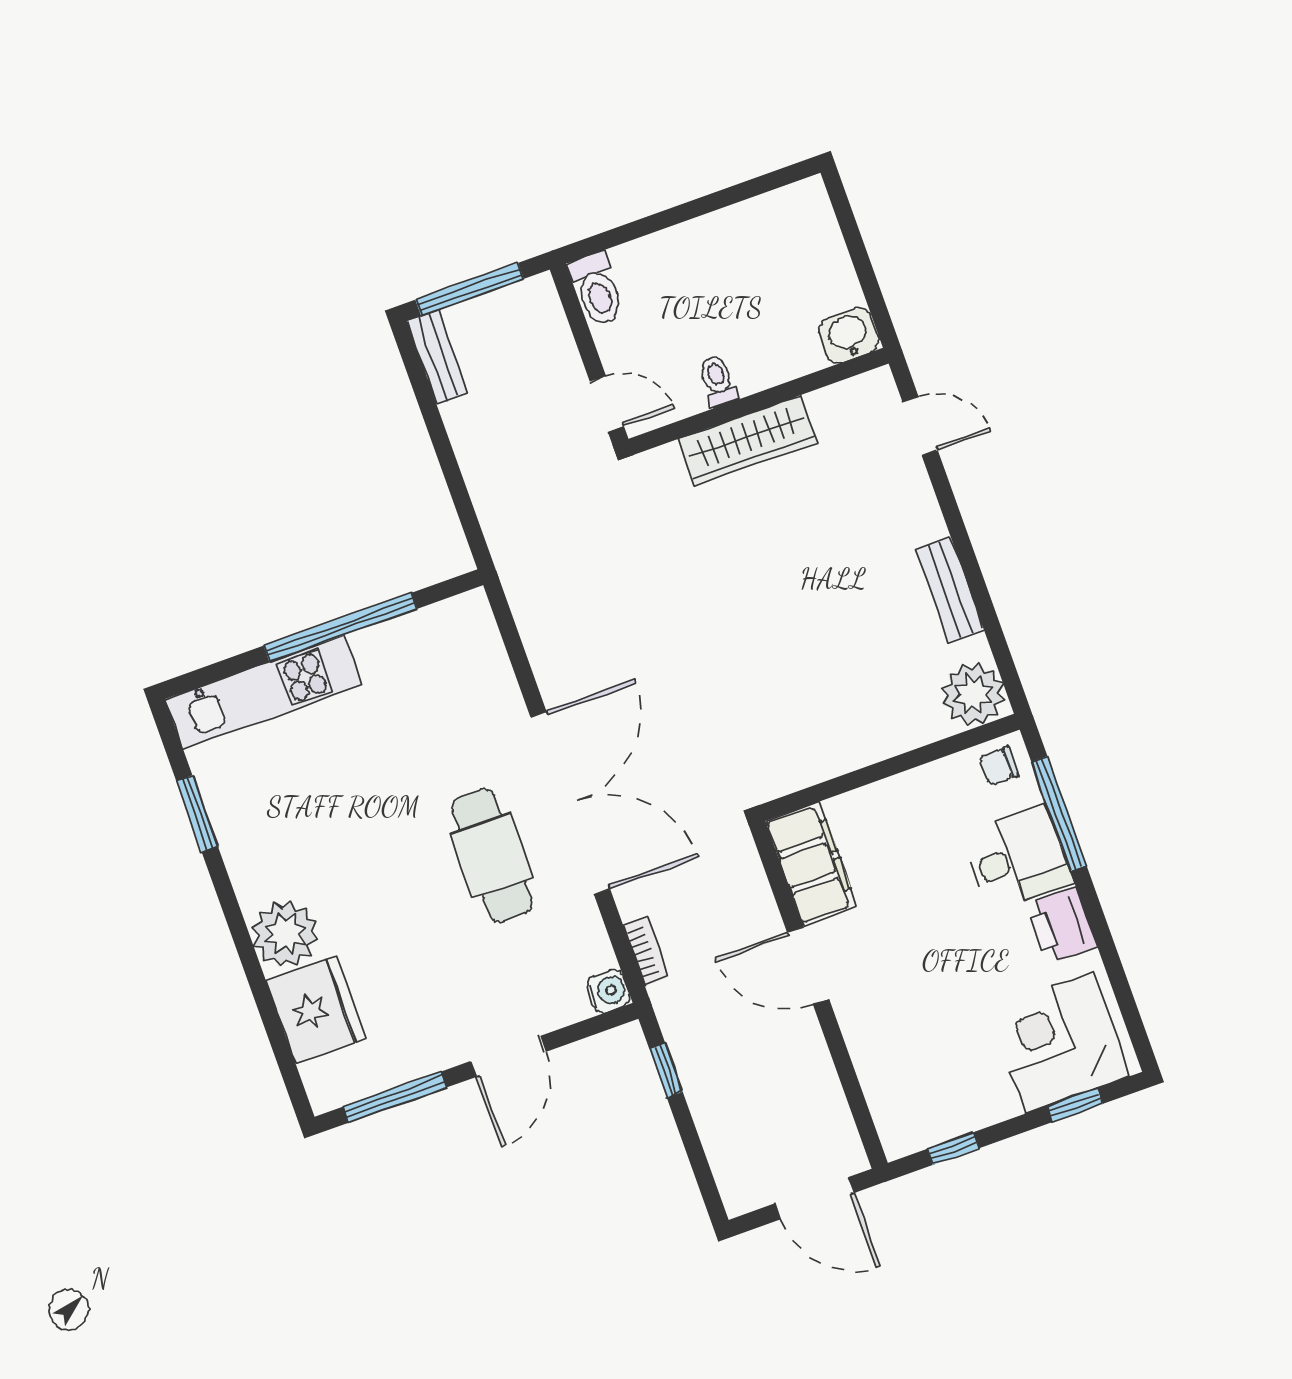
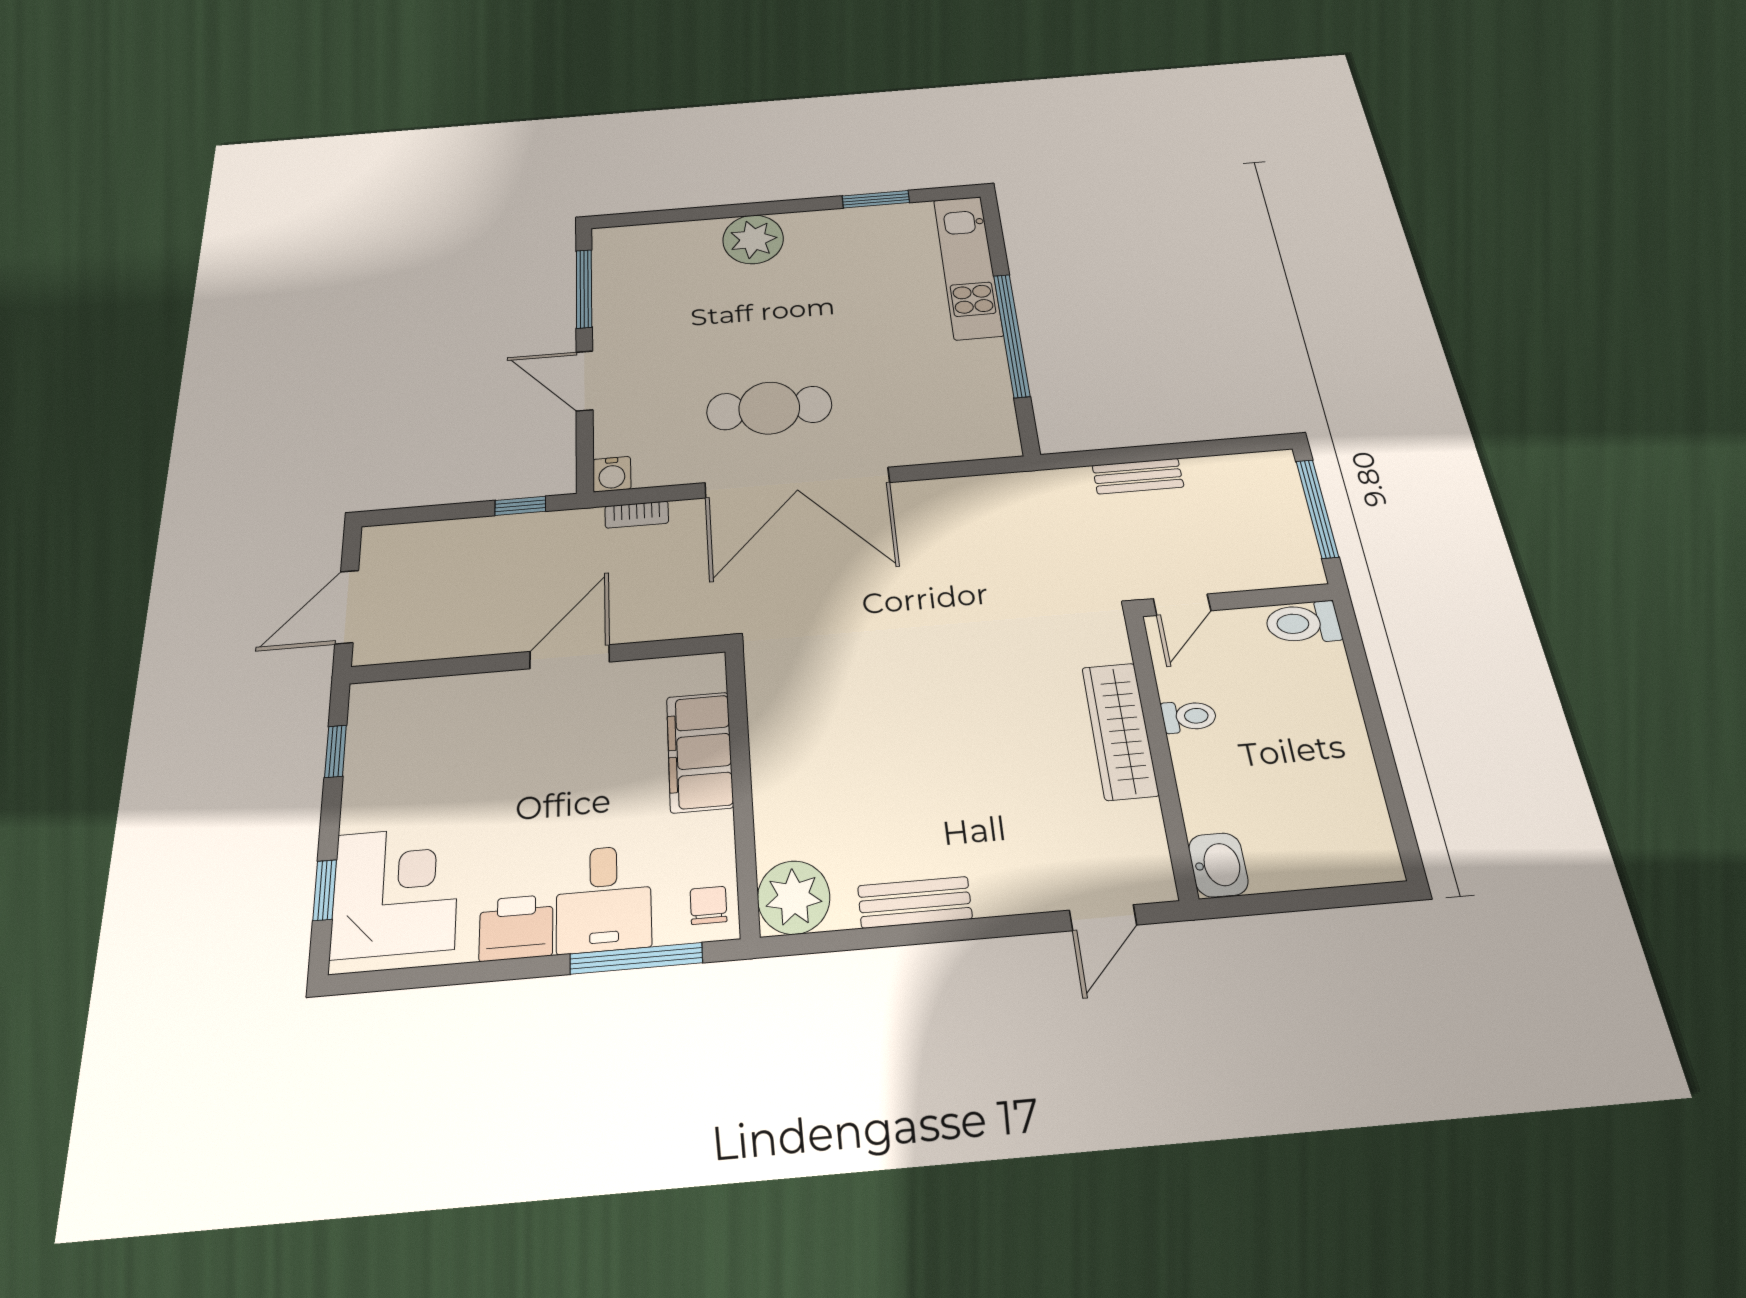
bench: (437, 357) -> (1138, 476), moved
filing cabinet: (811, 864) -> (700, 752), moved, turned 90
fridge: (316, 1009) -> (681, 248), removed

